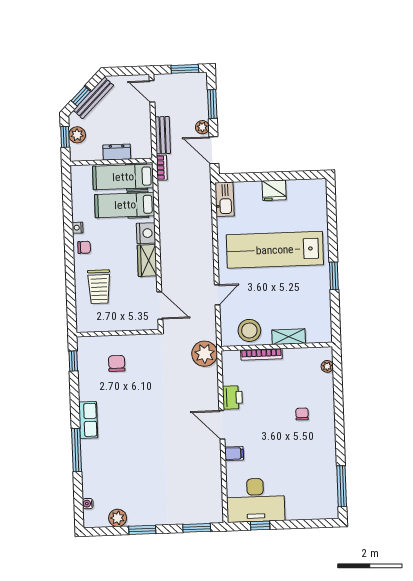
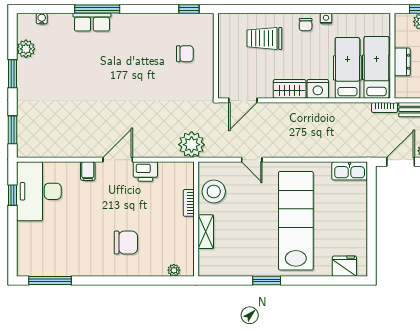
fridge: (274, 190) -> (344, 266), moved, turned 90
bookcase: (261, 354) -> (189, 203), width x0.64
chair: (302, 414) -> (126, 243), width x1.87, depth x1.87
row of seats: (88, 420) -> (92, 22), moved

